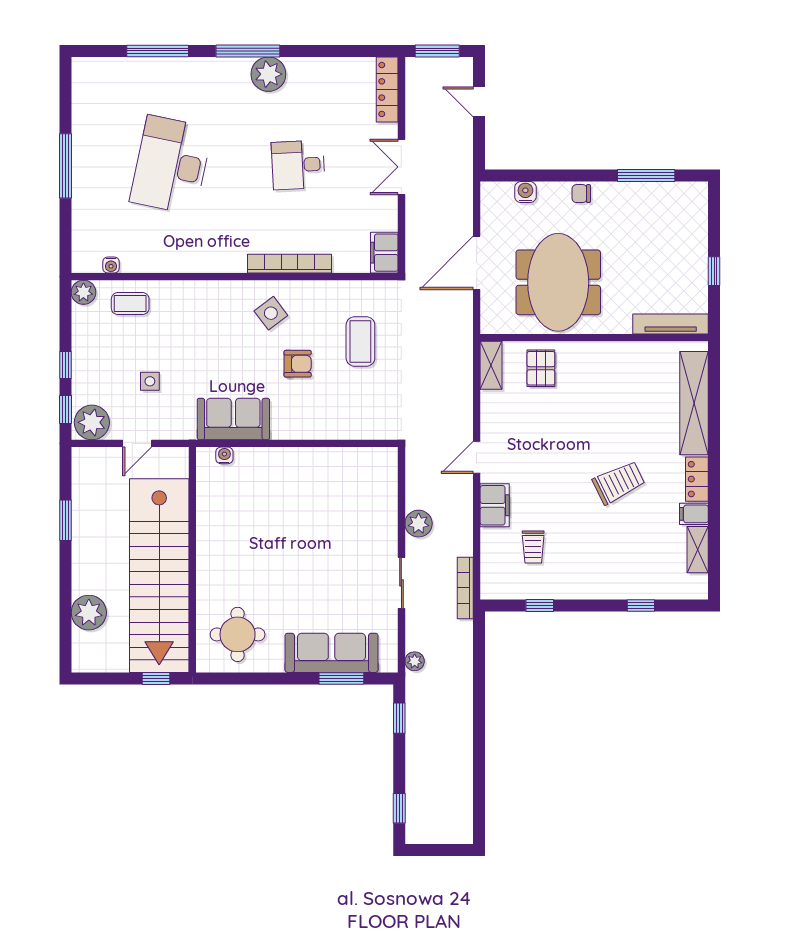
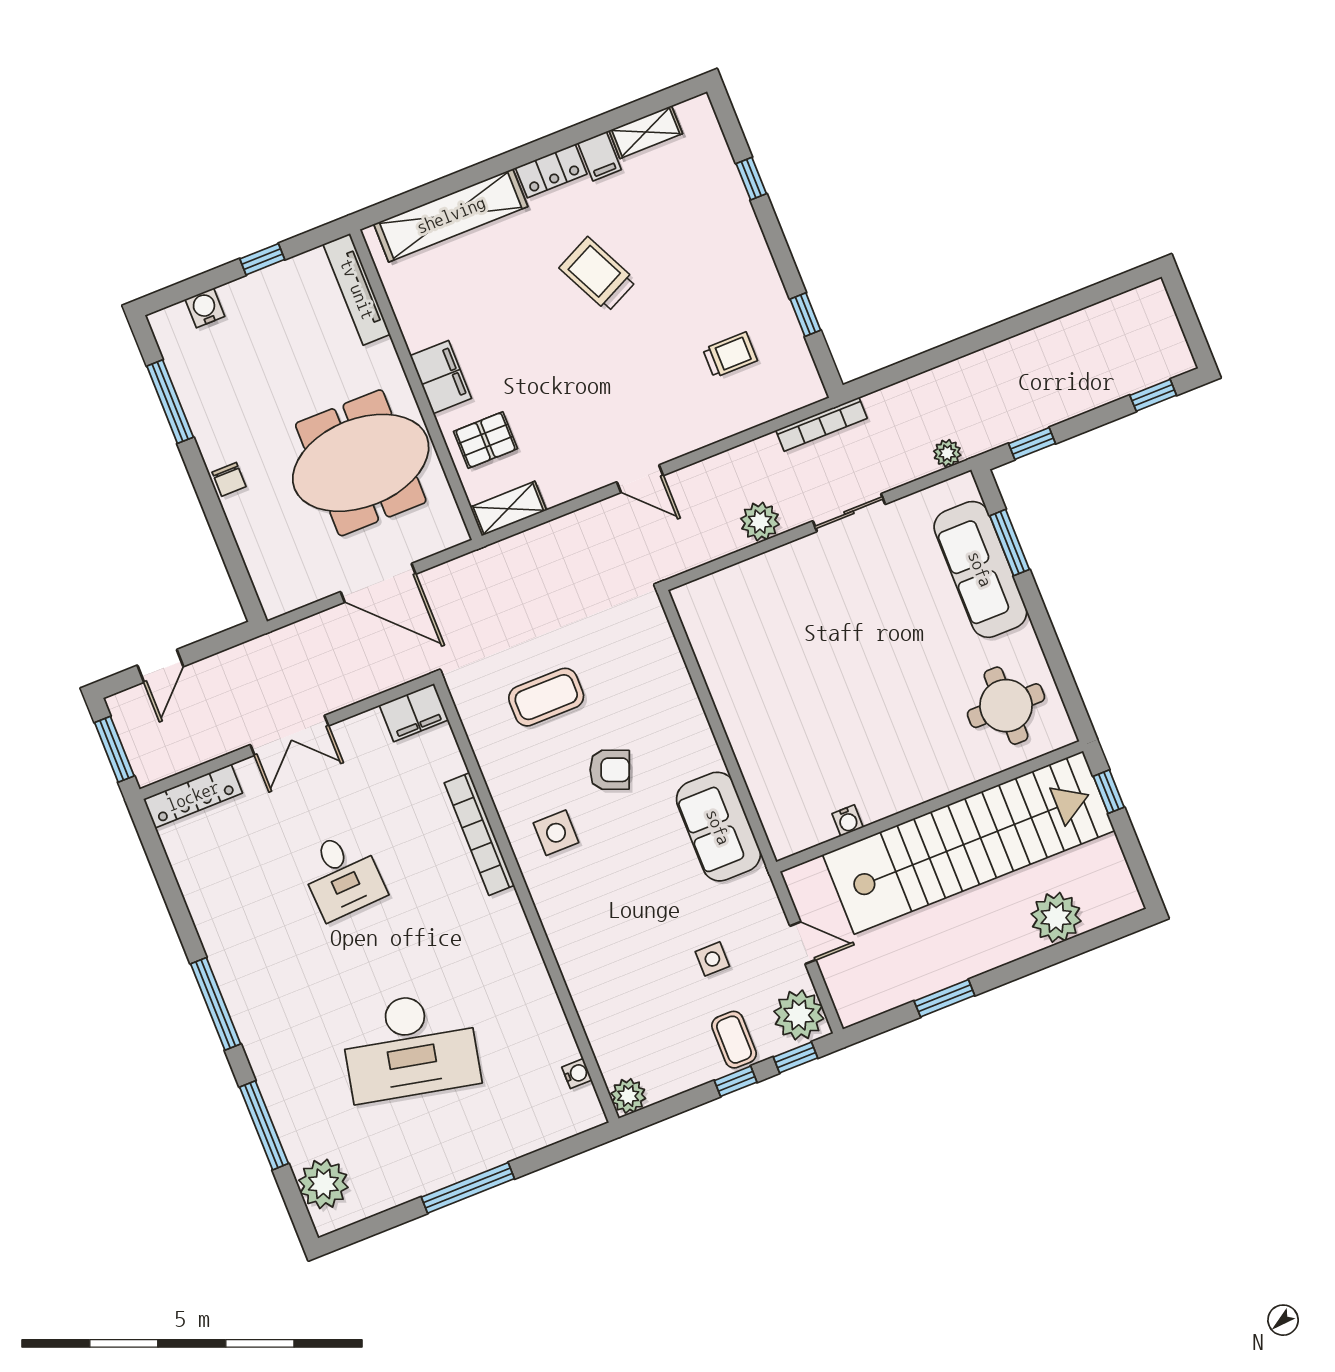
plant: (268, 74) -> (323, 1184), moved
water cooler: (525, 192) -> (205, 308), moved, turned 90
coffee table: (130, 304) -> (734, 1040), moved
side table: (271, 313) -> (556, 833), turned 37
armchair: (298, 364) -> (610, 770), turned 112
water cooler: (224, 455) -> (848, 820), moved, turned -90
filing cabinet: (495, 505) -> (441, 377), moved, turned 90

